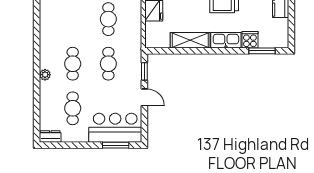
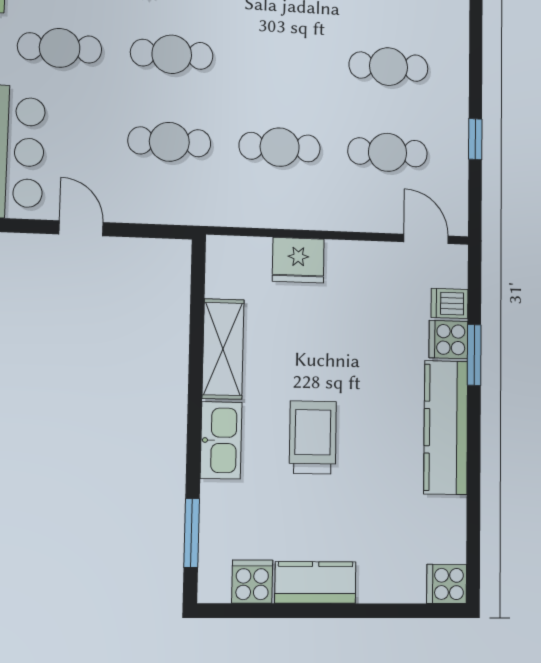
cooker: (250, 40) -> (252, 582), moved, turned -90
window: (144, 71) -> (148, 231), removed
door: (144, 97) -> (81, 228), swing flipped

